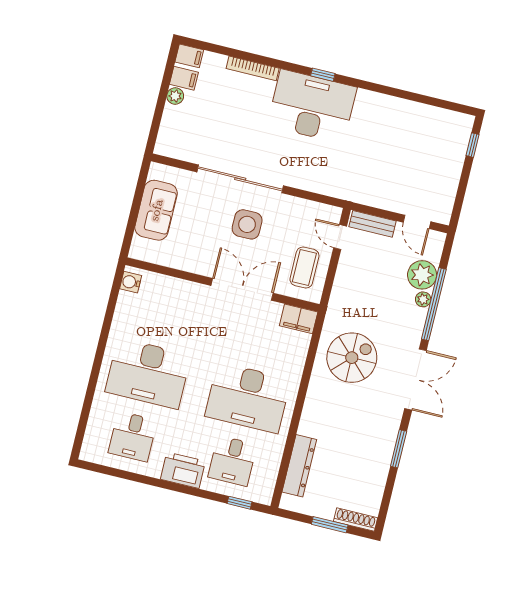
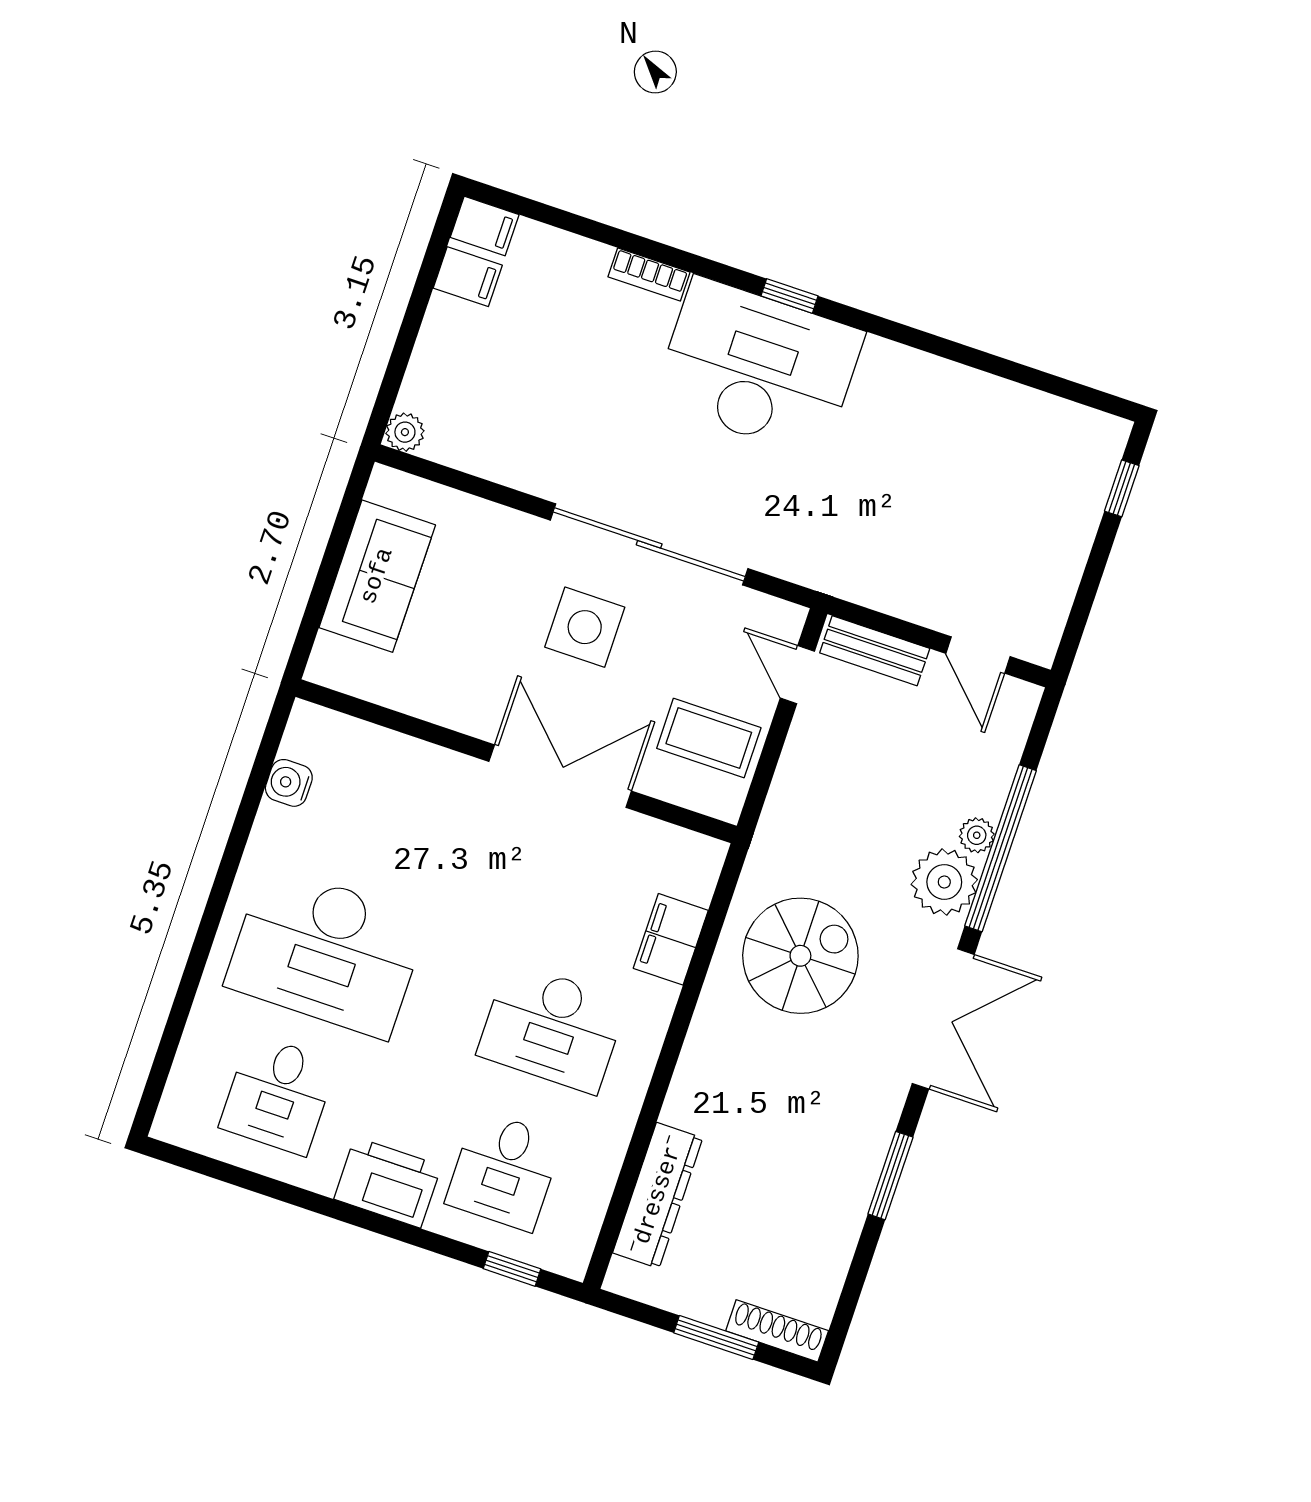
bookcase: (253, 68) -> (649, 274), width x0.64
plant: (175, 96) -> (405, 432), moved
sliding door: (240, 179) -> (649, 544), moved
coffee table: (304, 267) -> (709, 738), turned 90
plant: (422, 275) -> (944, 882), moved
water cooler: (131, 282) -> (289, 783), moved
filing cabinet: (299, 319) -> (671, 939), moved, turned 90
desk: (248, 398) -> (552, 1028), width x0.73, depth x0.77

